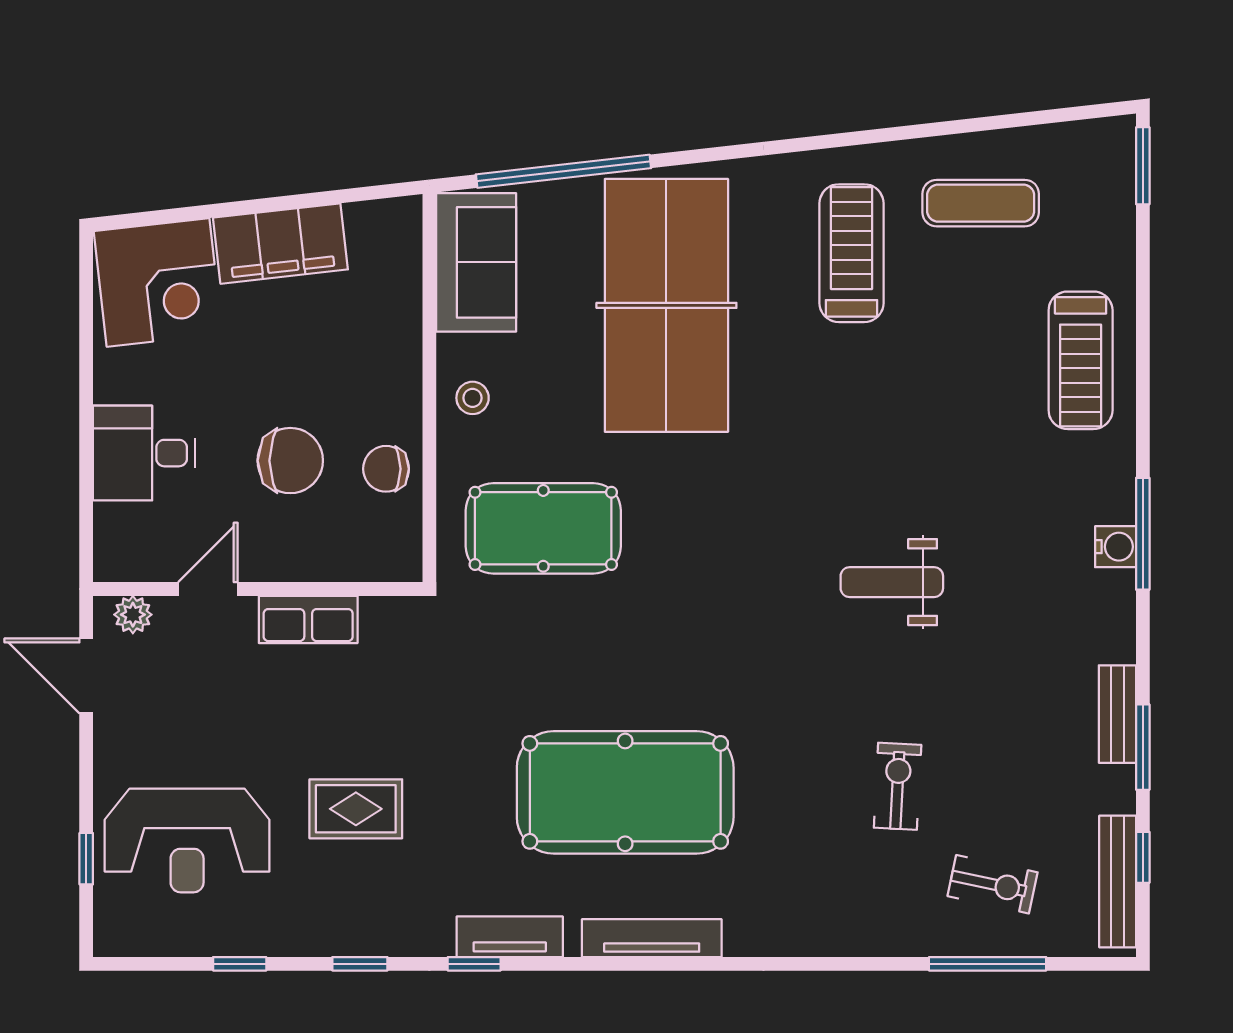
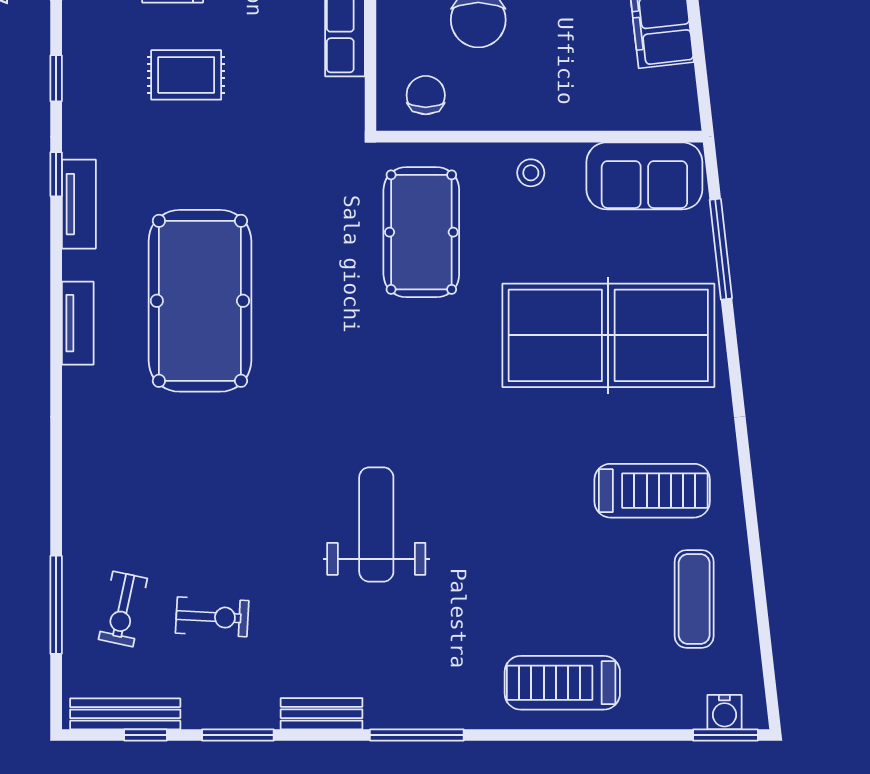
window: (563, 171) -> (721, 249), width x0.68
chair: (386, 469) -> (426, 95), moved
water cooler: (1116, 547) -> (724, 712), moved
weight bench: (892, 582) -> (376, 524), width x1.36, depth x1.33
bench: (1117, 714) -> (322, 714), moved
exercise bike: (898, 786) -> (212, 617), moved
rug: (356, 809) -> (186, 75), turned 90
tv unit: (652, 938) -> (78, 323), width x0.71

